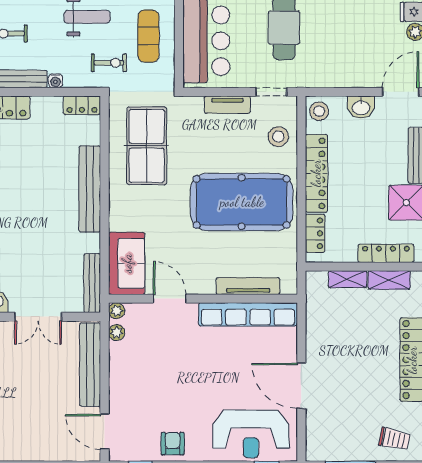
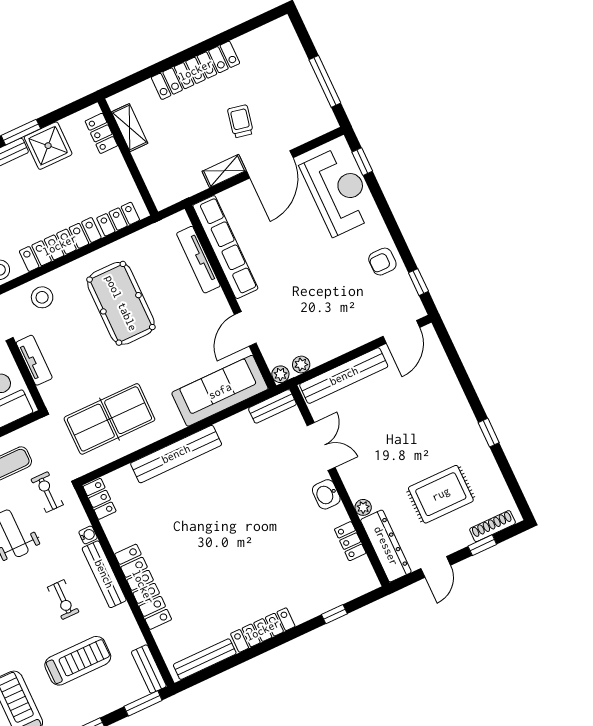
pool table: (242, 202) -> (121, 303), width x0.73, depth x0.76
locker: (386, 253) -> (101, 133), width x0.66
sofa: (127, 263) -> (220, 391), width x1.36
shelving: (347, 279) -> (224, 171), moved, turned 90
bench: (92, 283) -> (272, 406), width x0.73
trolley: (394, 439) -> (240, 121), moved

